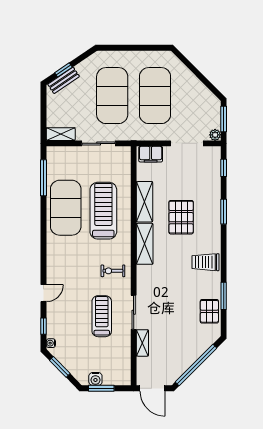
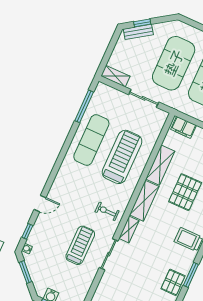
exercise mat: (66, 208) -> (91, 140), width x0.68
shelving: (142, 343) -> (129, 229), moved

